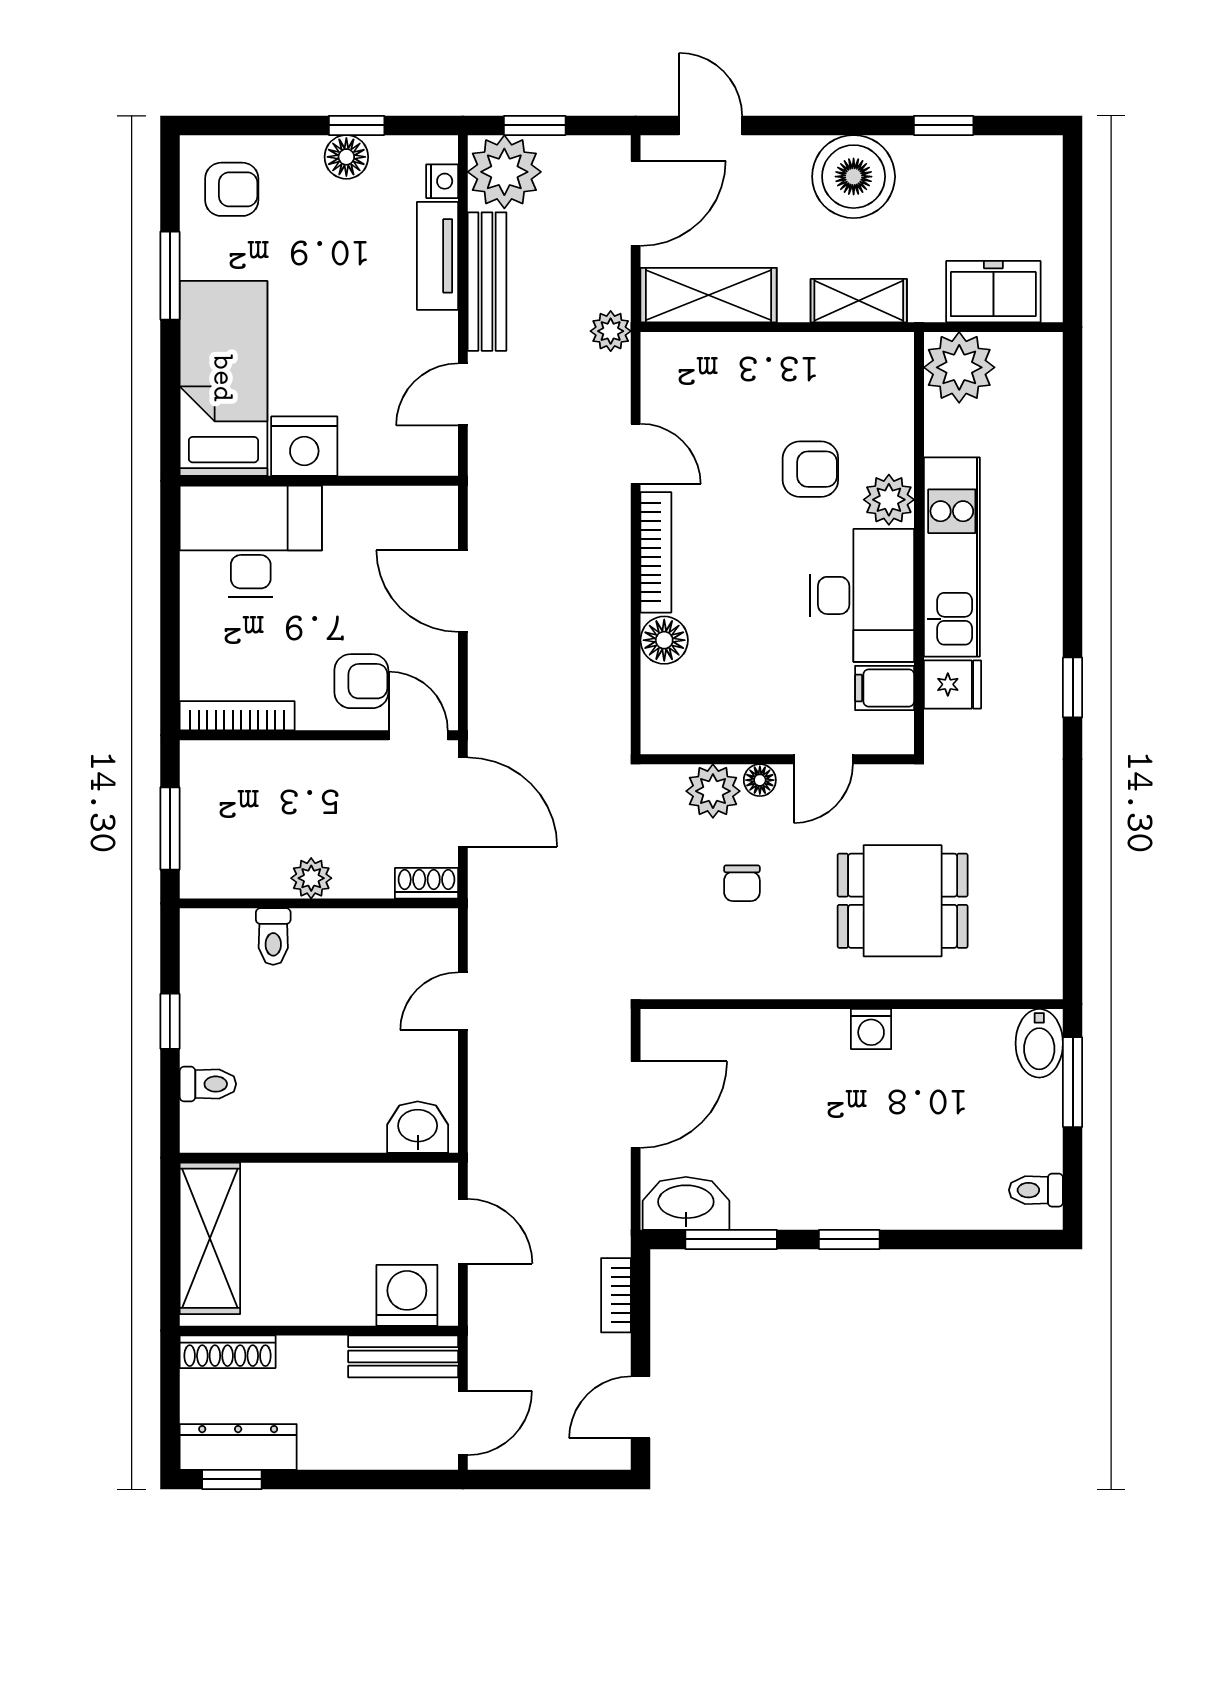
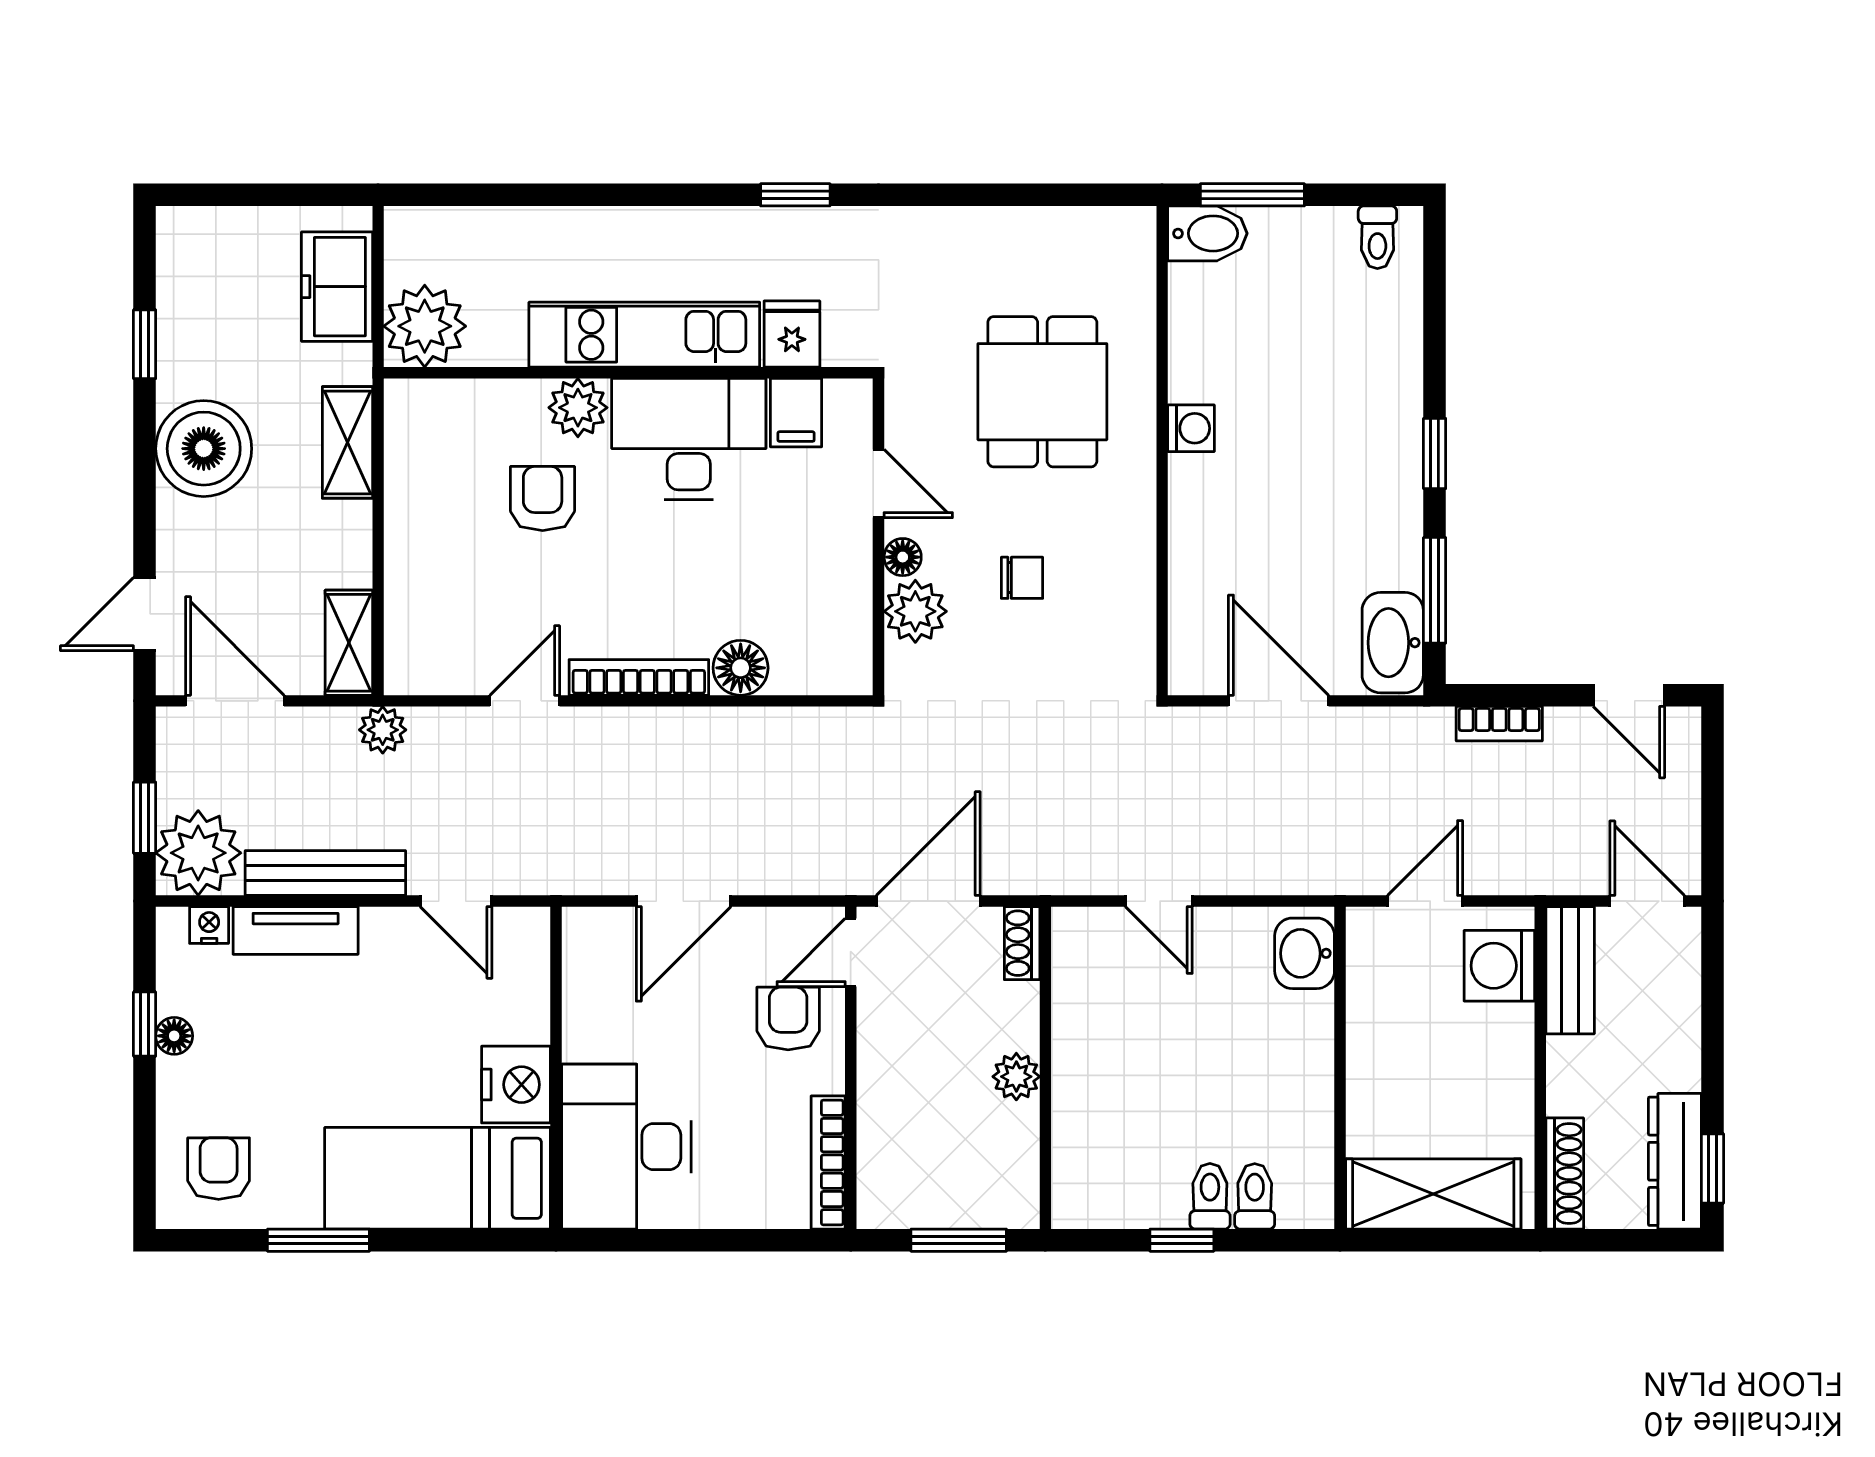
floor lamp: (346, 157) -> (174, 1036), width x0.73, depth x0.73
shelving: (709, 295) -> (349, 643), width x0.67, depth x0.75
toilet: (273, 936) -> (1210, 1196), moved, turned -90

